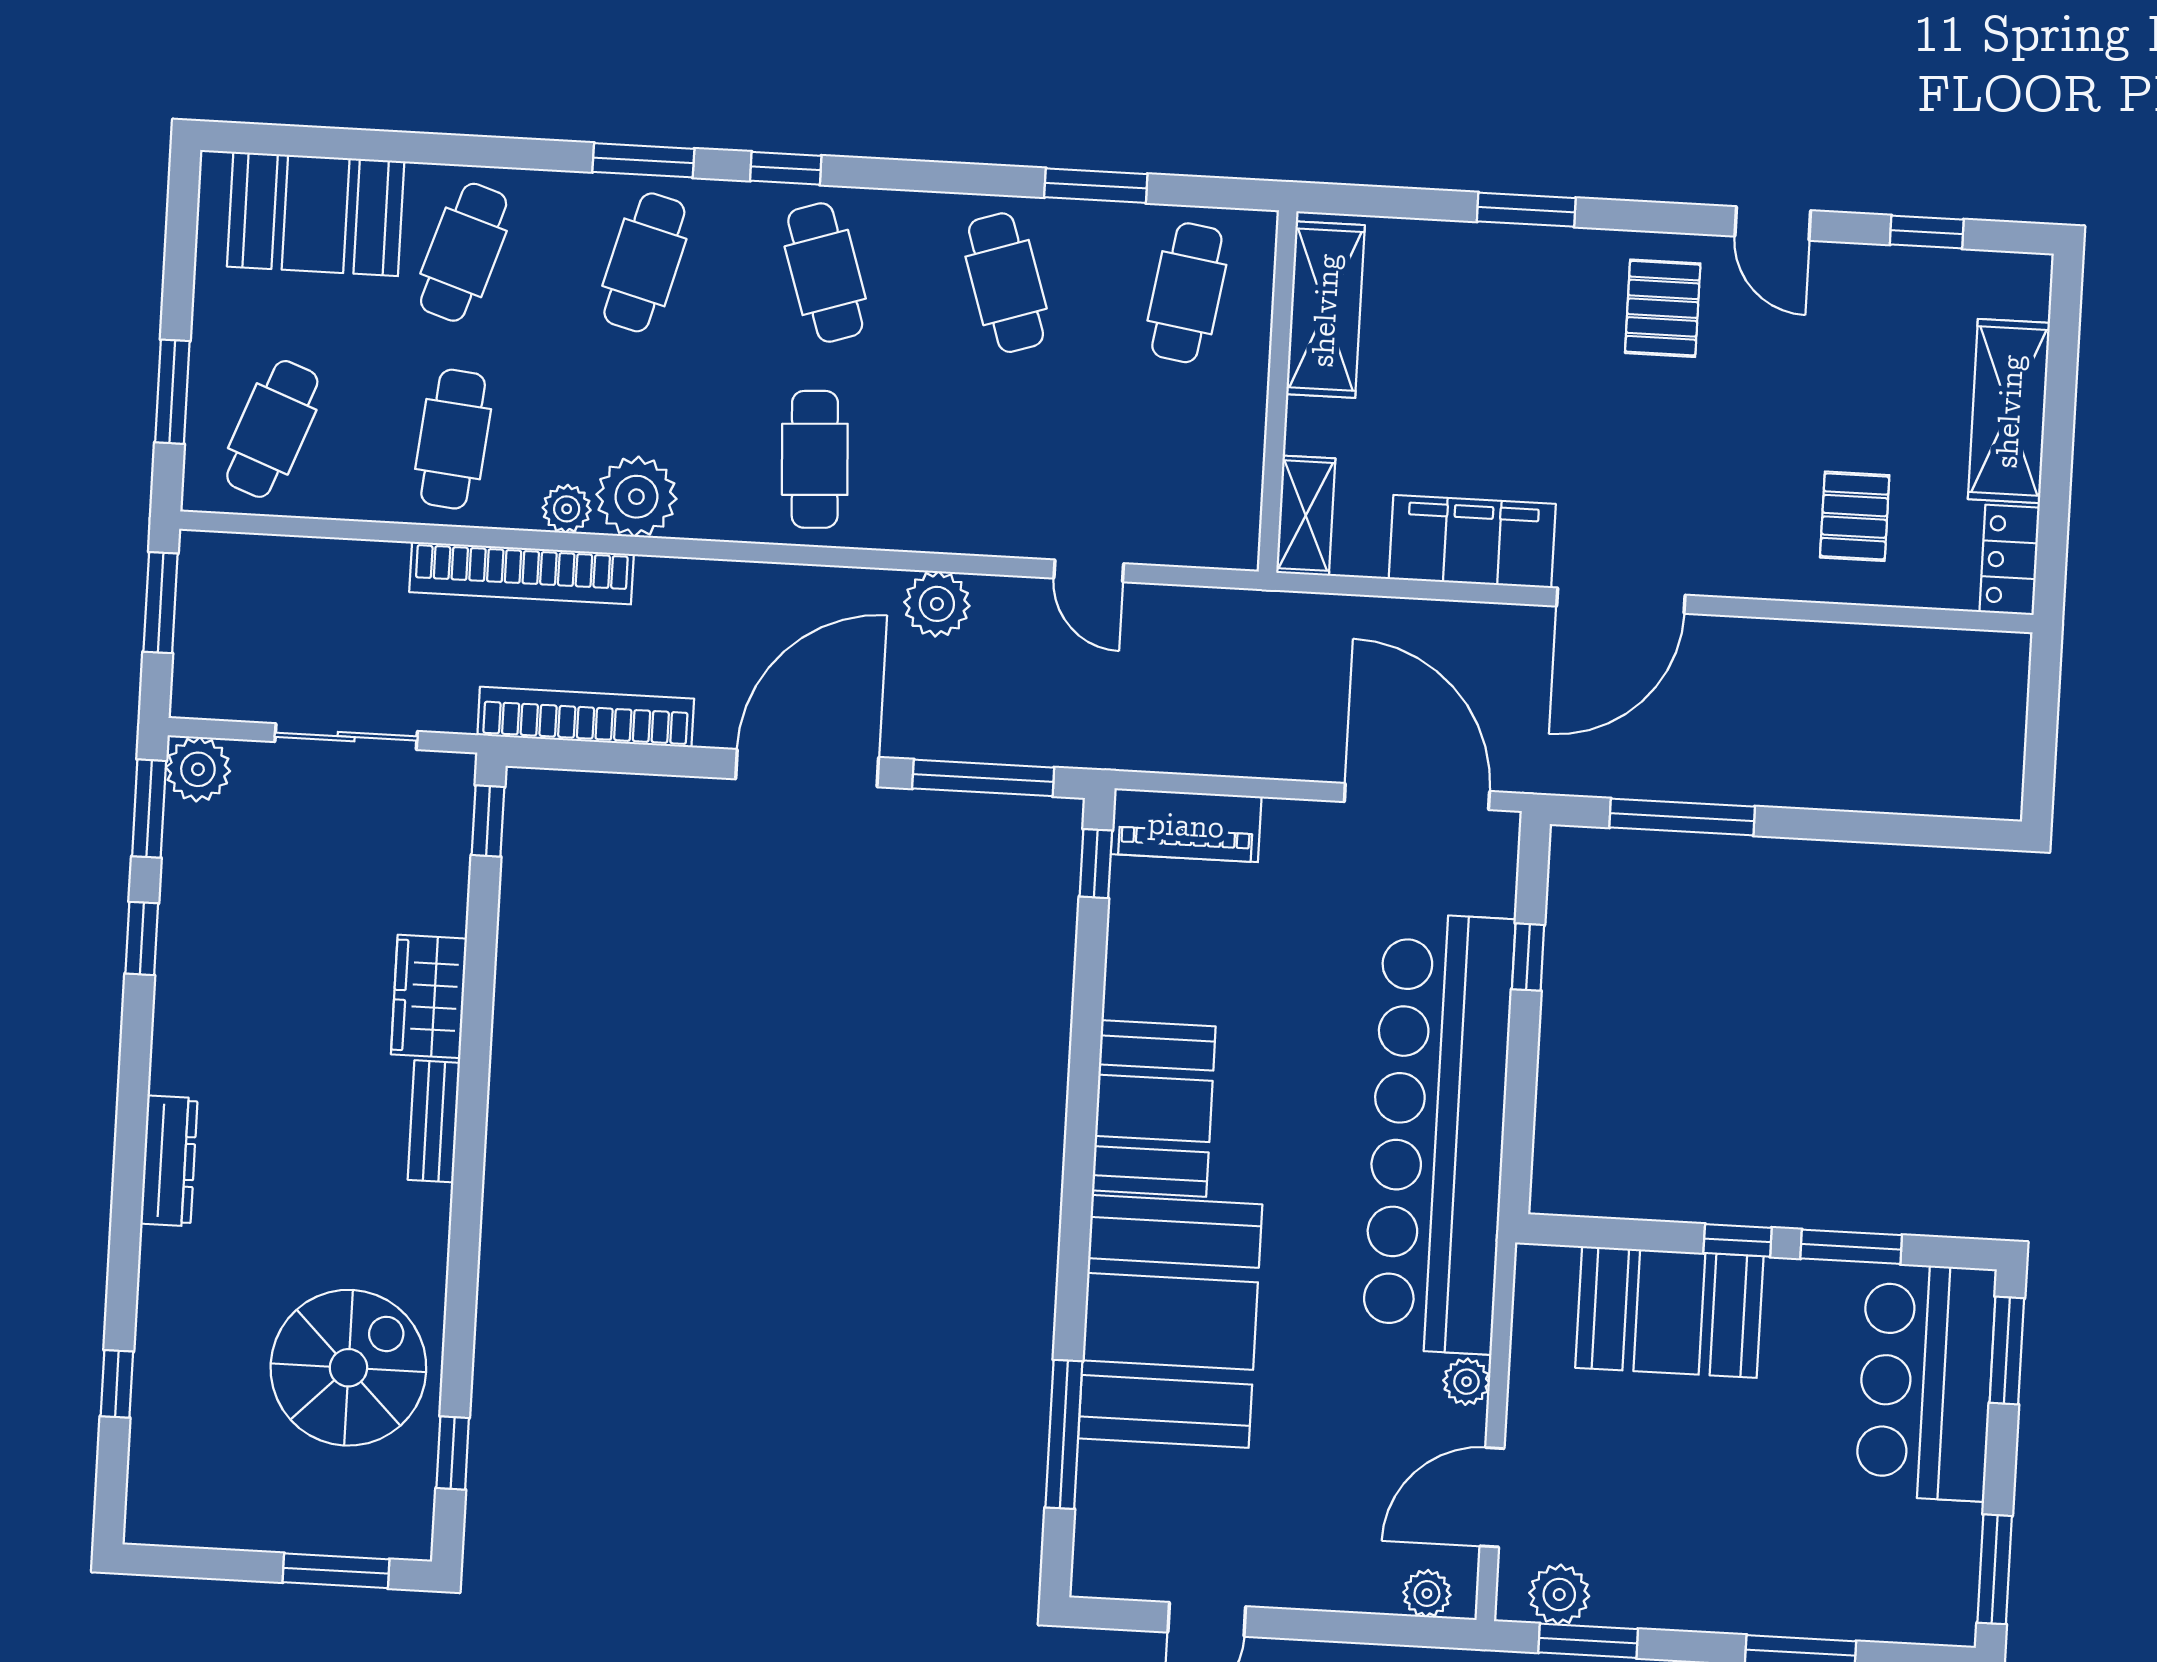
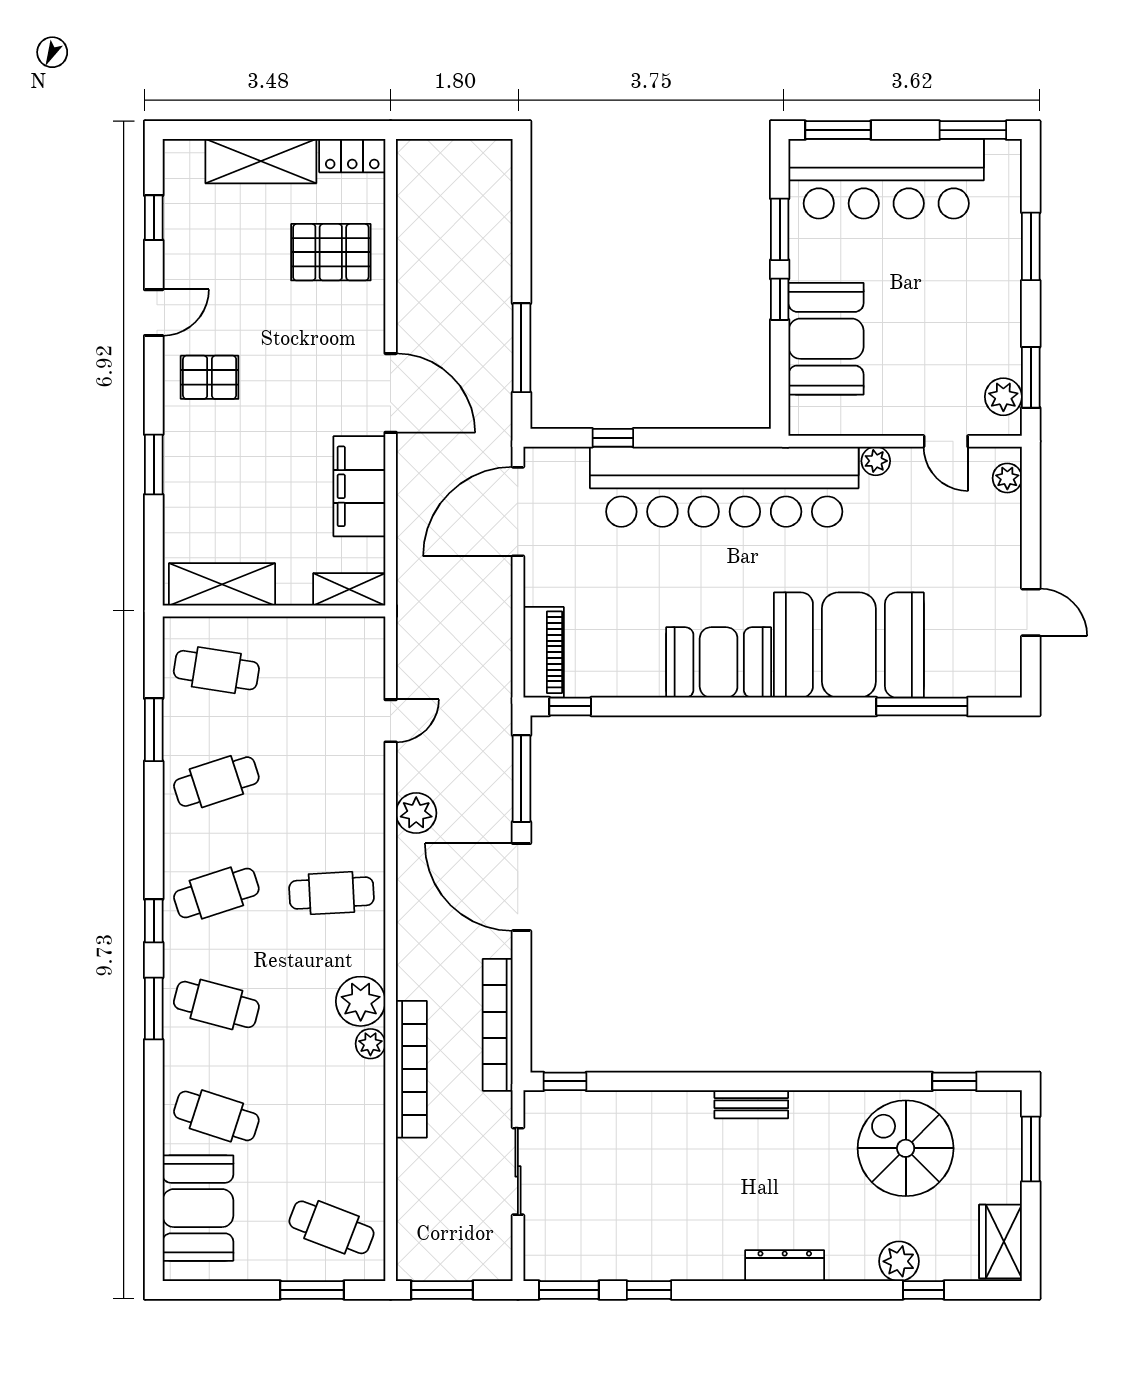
cafe table: (453, 439) -> (332, 1116), removed
pallet: (1855, 516) -> (331, 252), width x1.50, depth x1.42
plant: (198, 769) -> (899, 1261), moved
wardrobe: (429, 996) -> (1000, 1242), moved, turned 90
bar counter: (1926, 1382) -> (886, 179), width x1.36
door: (1492, 1497) -> (946, 441), width x0.73

